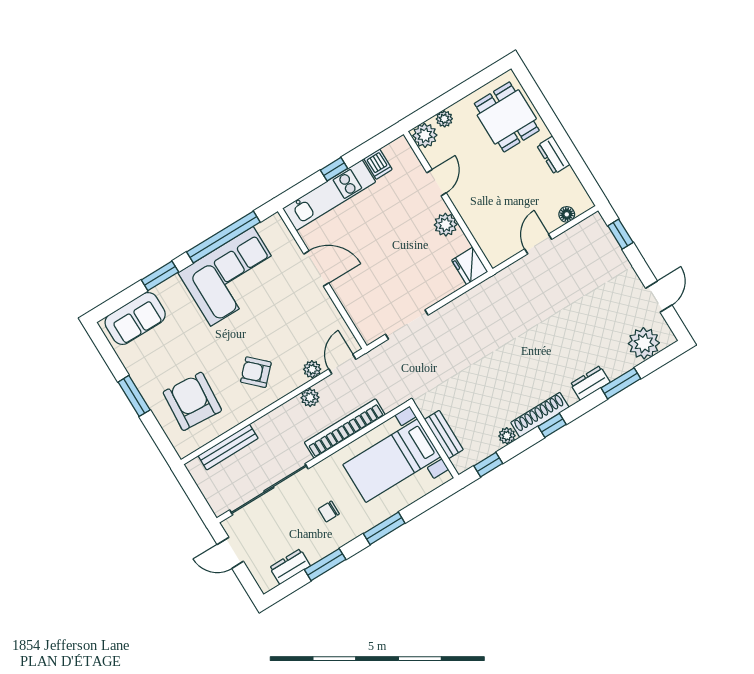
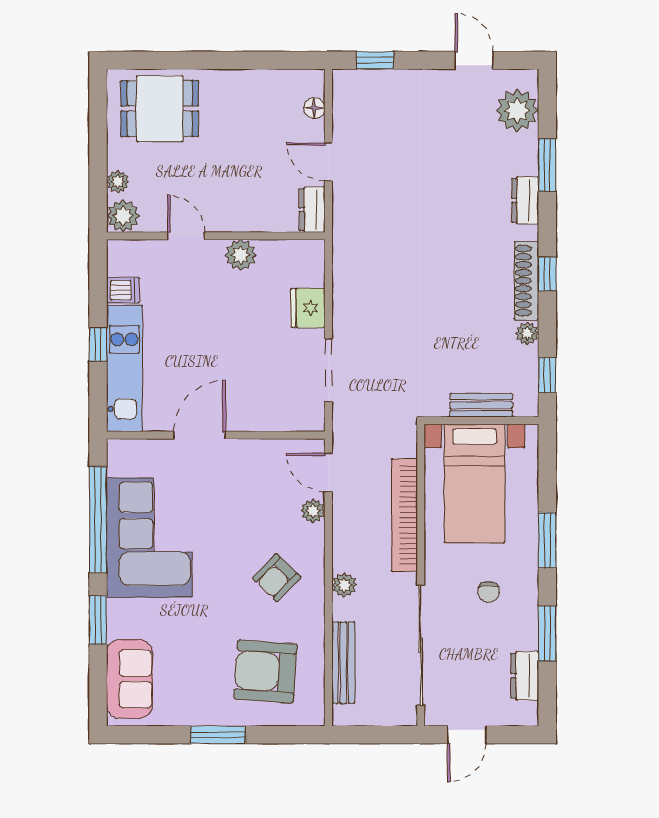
dresser: (553, 155) -> (312, 210), moved, turned 90
fridge: (470, 266) -> (308, 308), moved, turned 90
plant: (310, 398) -> (344, 585), moved

